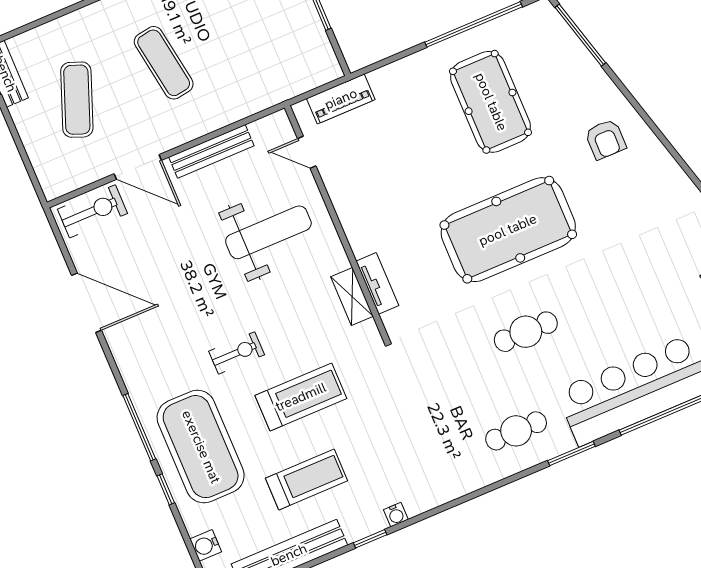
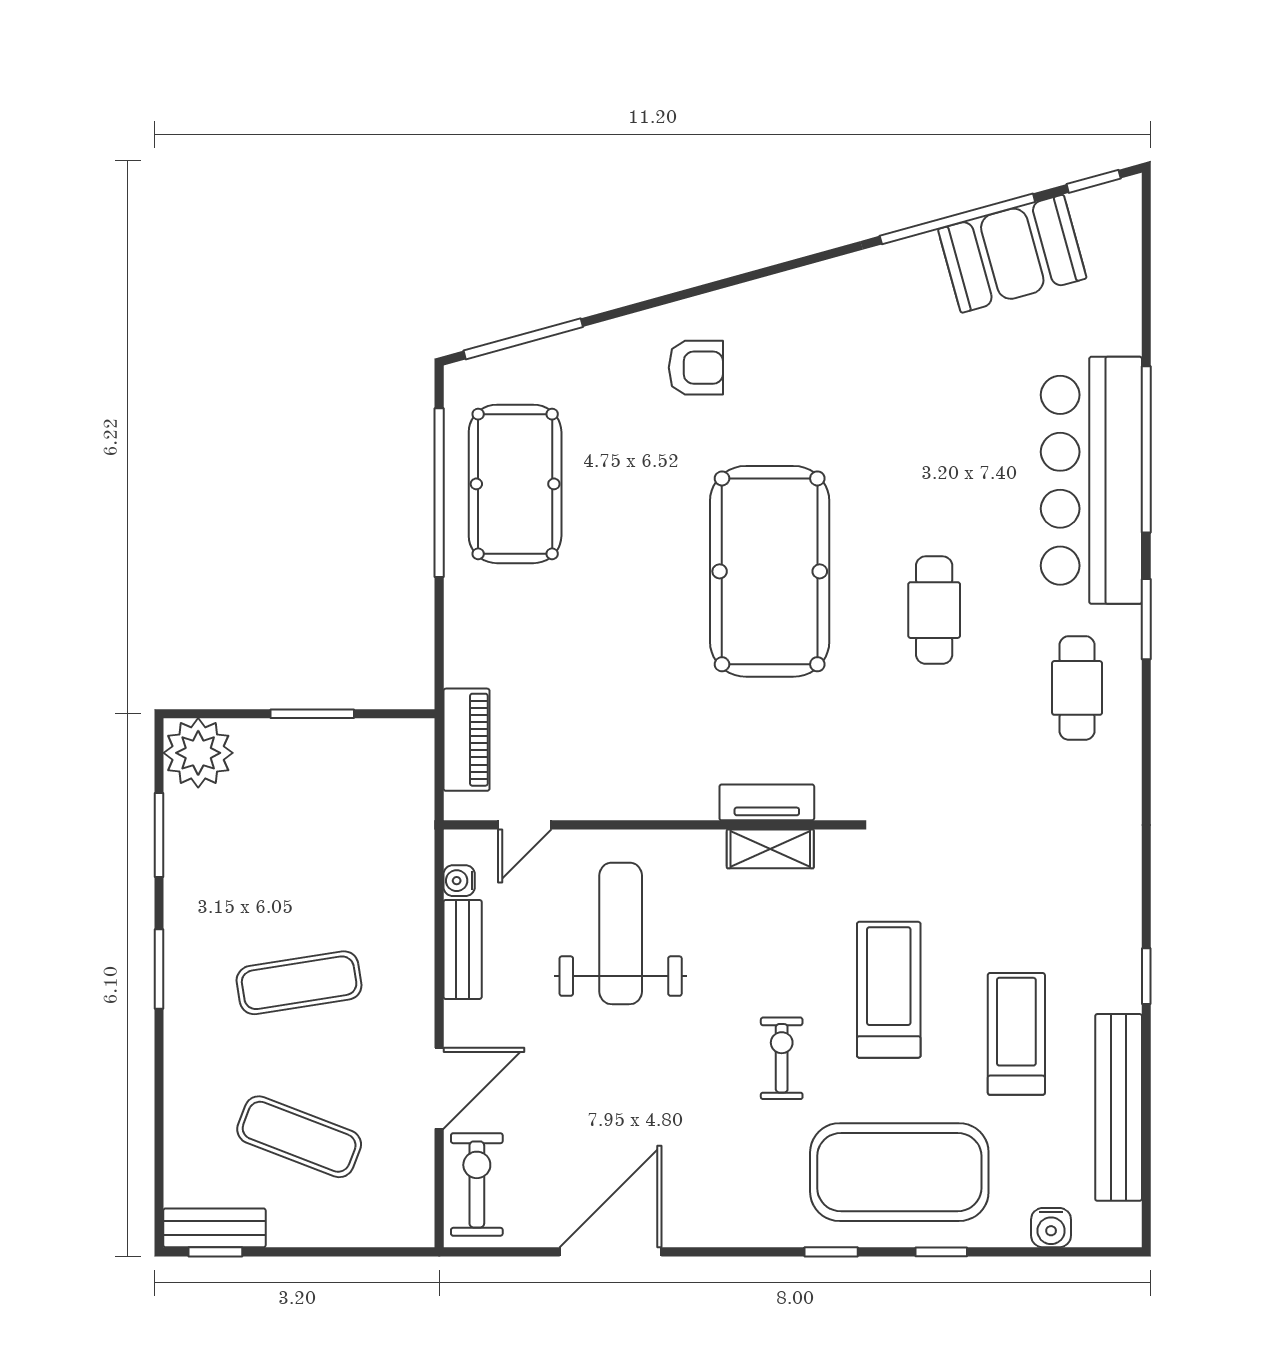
pool table: (491, 102) -> (515, 484), moved, turned 90
bench: (211, 151) -> (463, 949), width x0.73
window: (139, 427) -> (831, 1252), width x0.46
water cooler: (396, 515) -> (459, 881), moved, turned 180

